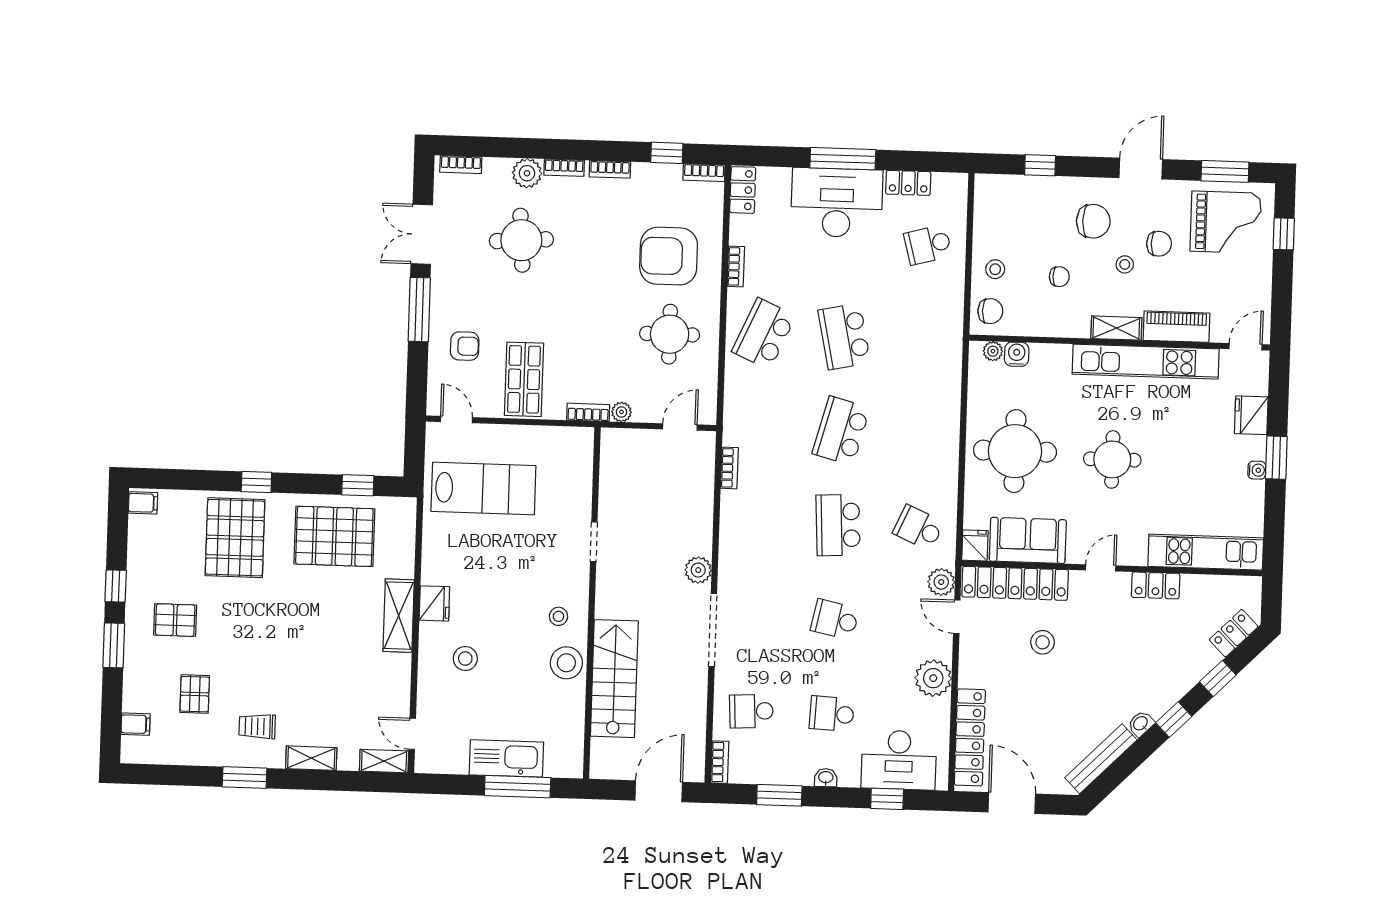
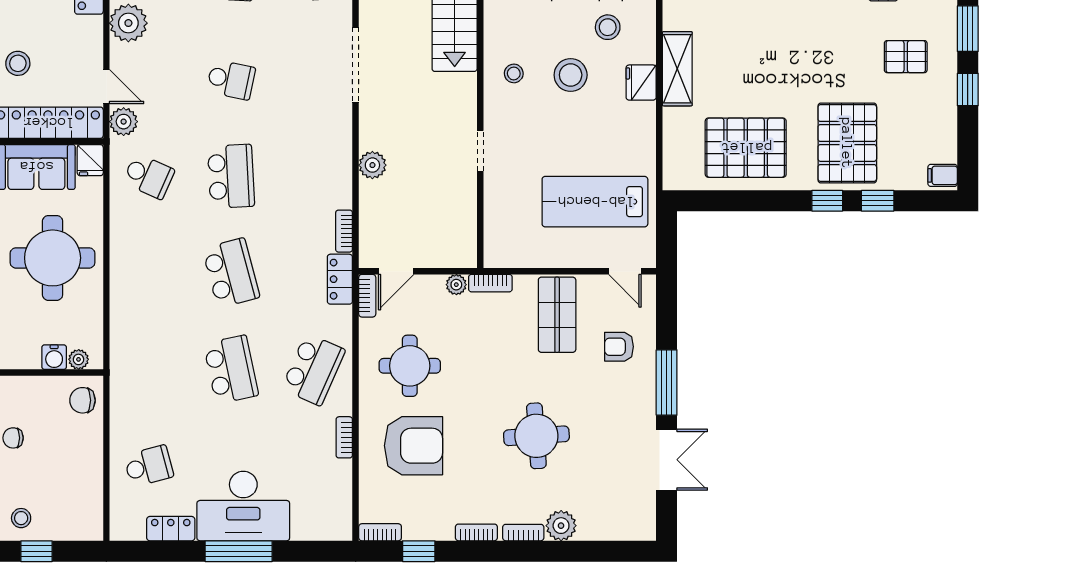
bookcase: (461, 165) -> (367, 296), moved, turned 90
locker: (743, 190) -> (340, 279), moved
round table: (521, 240) -> (536, 436), moved
stool: (995, 269) -> (21, 518), moved
school desk: (841, 431) -> (231, 273), turned -30
window: (358, 485) -> (878, 201), moved
plant: (698, 570) -> (372, 165), moved
stool: (566, 663) -> (571, 75), moved

